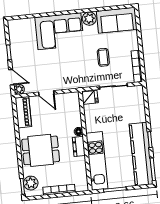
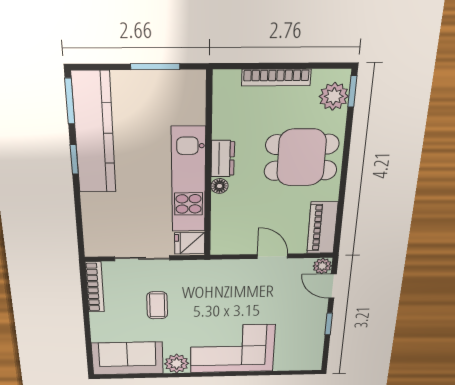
kitchen unit: (97, 161) -> (189, 180), moved

